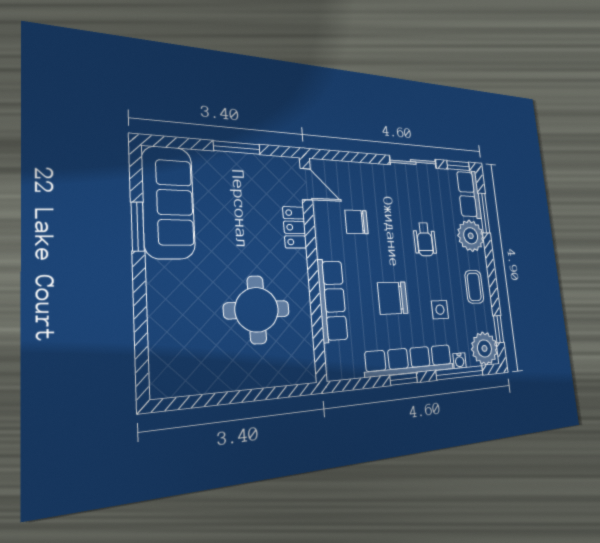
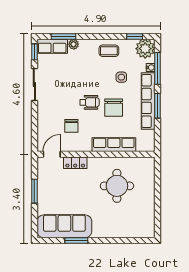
plant: (471, 236) -> (74, 44), width x0.53, depth x0.53
wheelchair: (425, 239) -> (89, 102), moved
window: (404, 379) -> (157, 106), width x1.50

